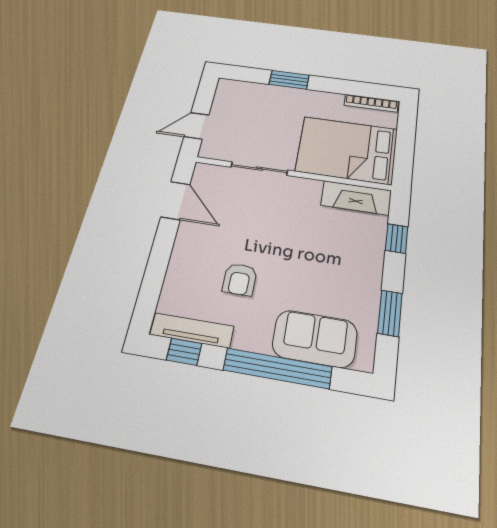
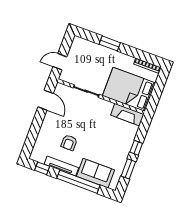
window: (397, 238) -> (136, 148), moved
tv unit: (192, 330) -> (61, 166), moved

